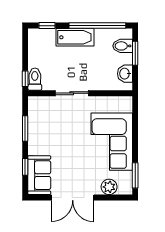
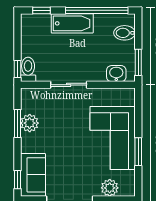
window: (135, 53) -> (138, 62), moved
washbasin: (125, 74) -> (116, 74), moved, turned 90
plant: (36, 128) -> (30, 123), added
window: (25, 167) -> (17, 180), moved
window: (135, 175) -> (138, 152), moved

